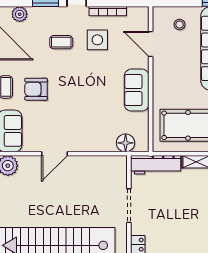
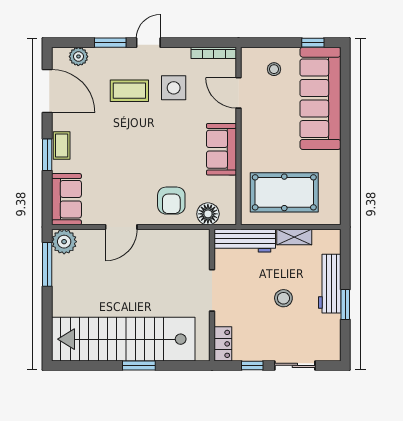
bookcase: (108, 11) -> (214, 53), moved
coffee table: (61, 42) -> (129, 91), width x1.36, depth x1.30
armchair: (36, 89) -> (171, 201), moved, turned -90
stool: (187, 212) -> (283, 298), added

